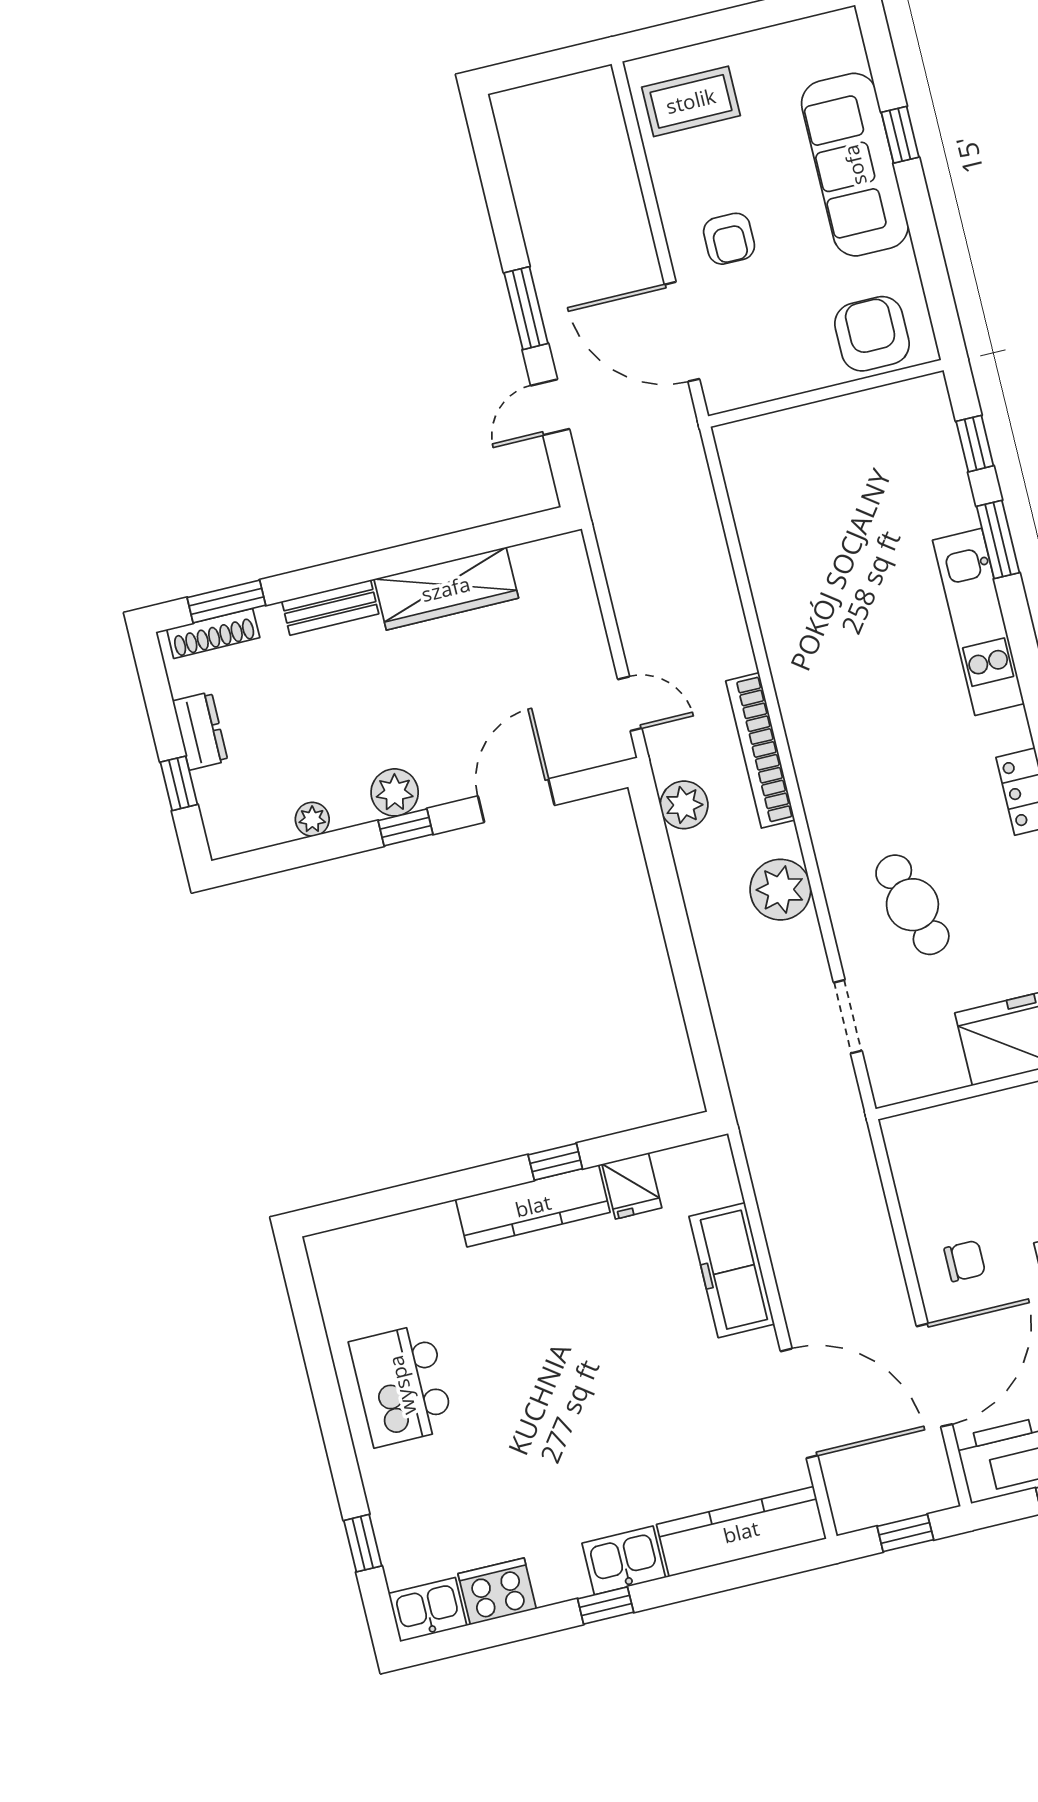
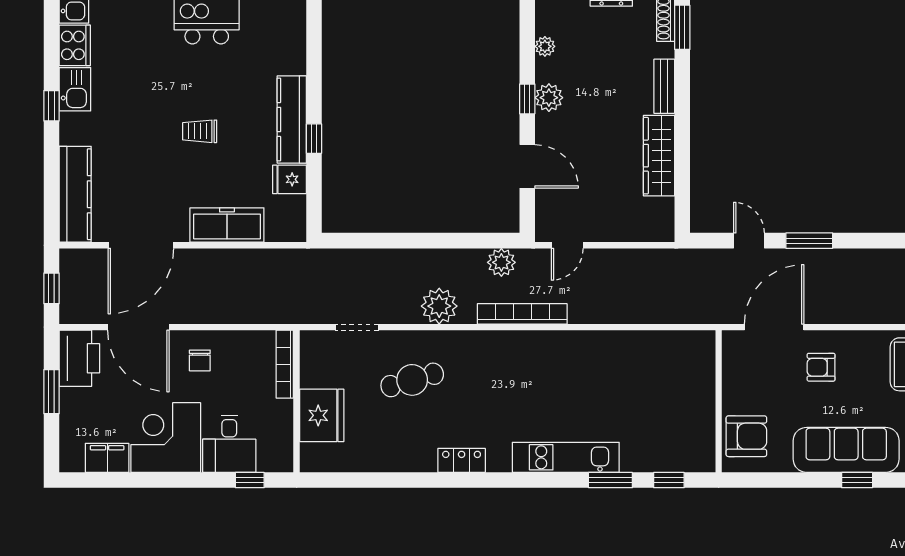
bookcase: (937, 1120) -> (285, 364), added
trolley: (589, 1352) -> (200, 131), added
kitchen sink: (624, 1560) -> (75, 89), moved

